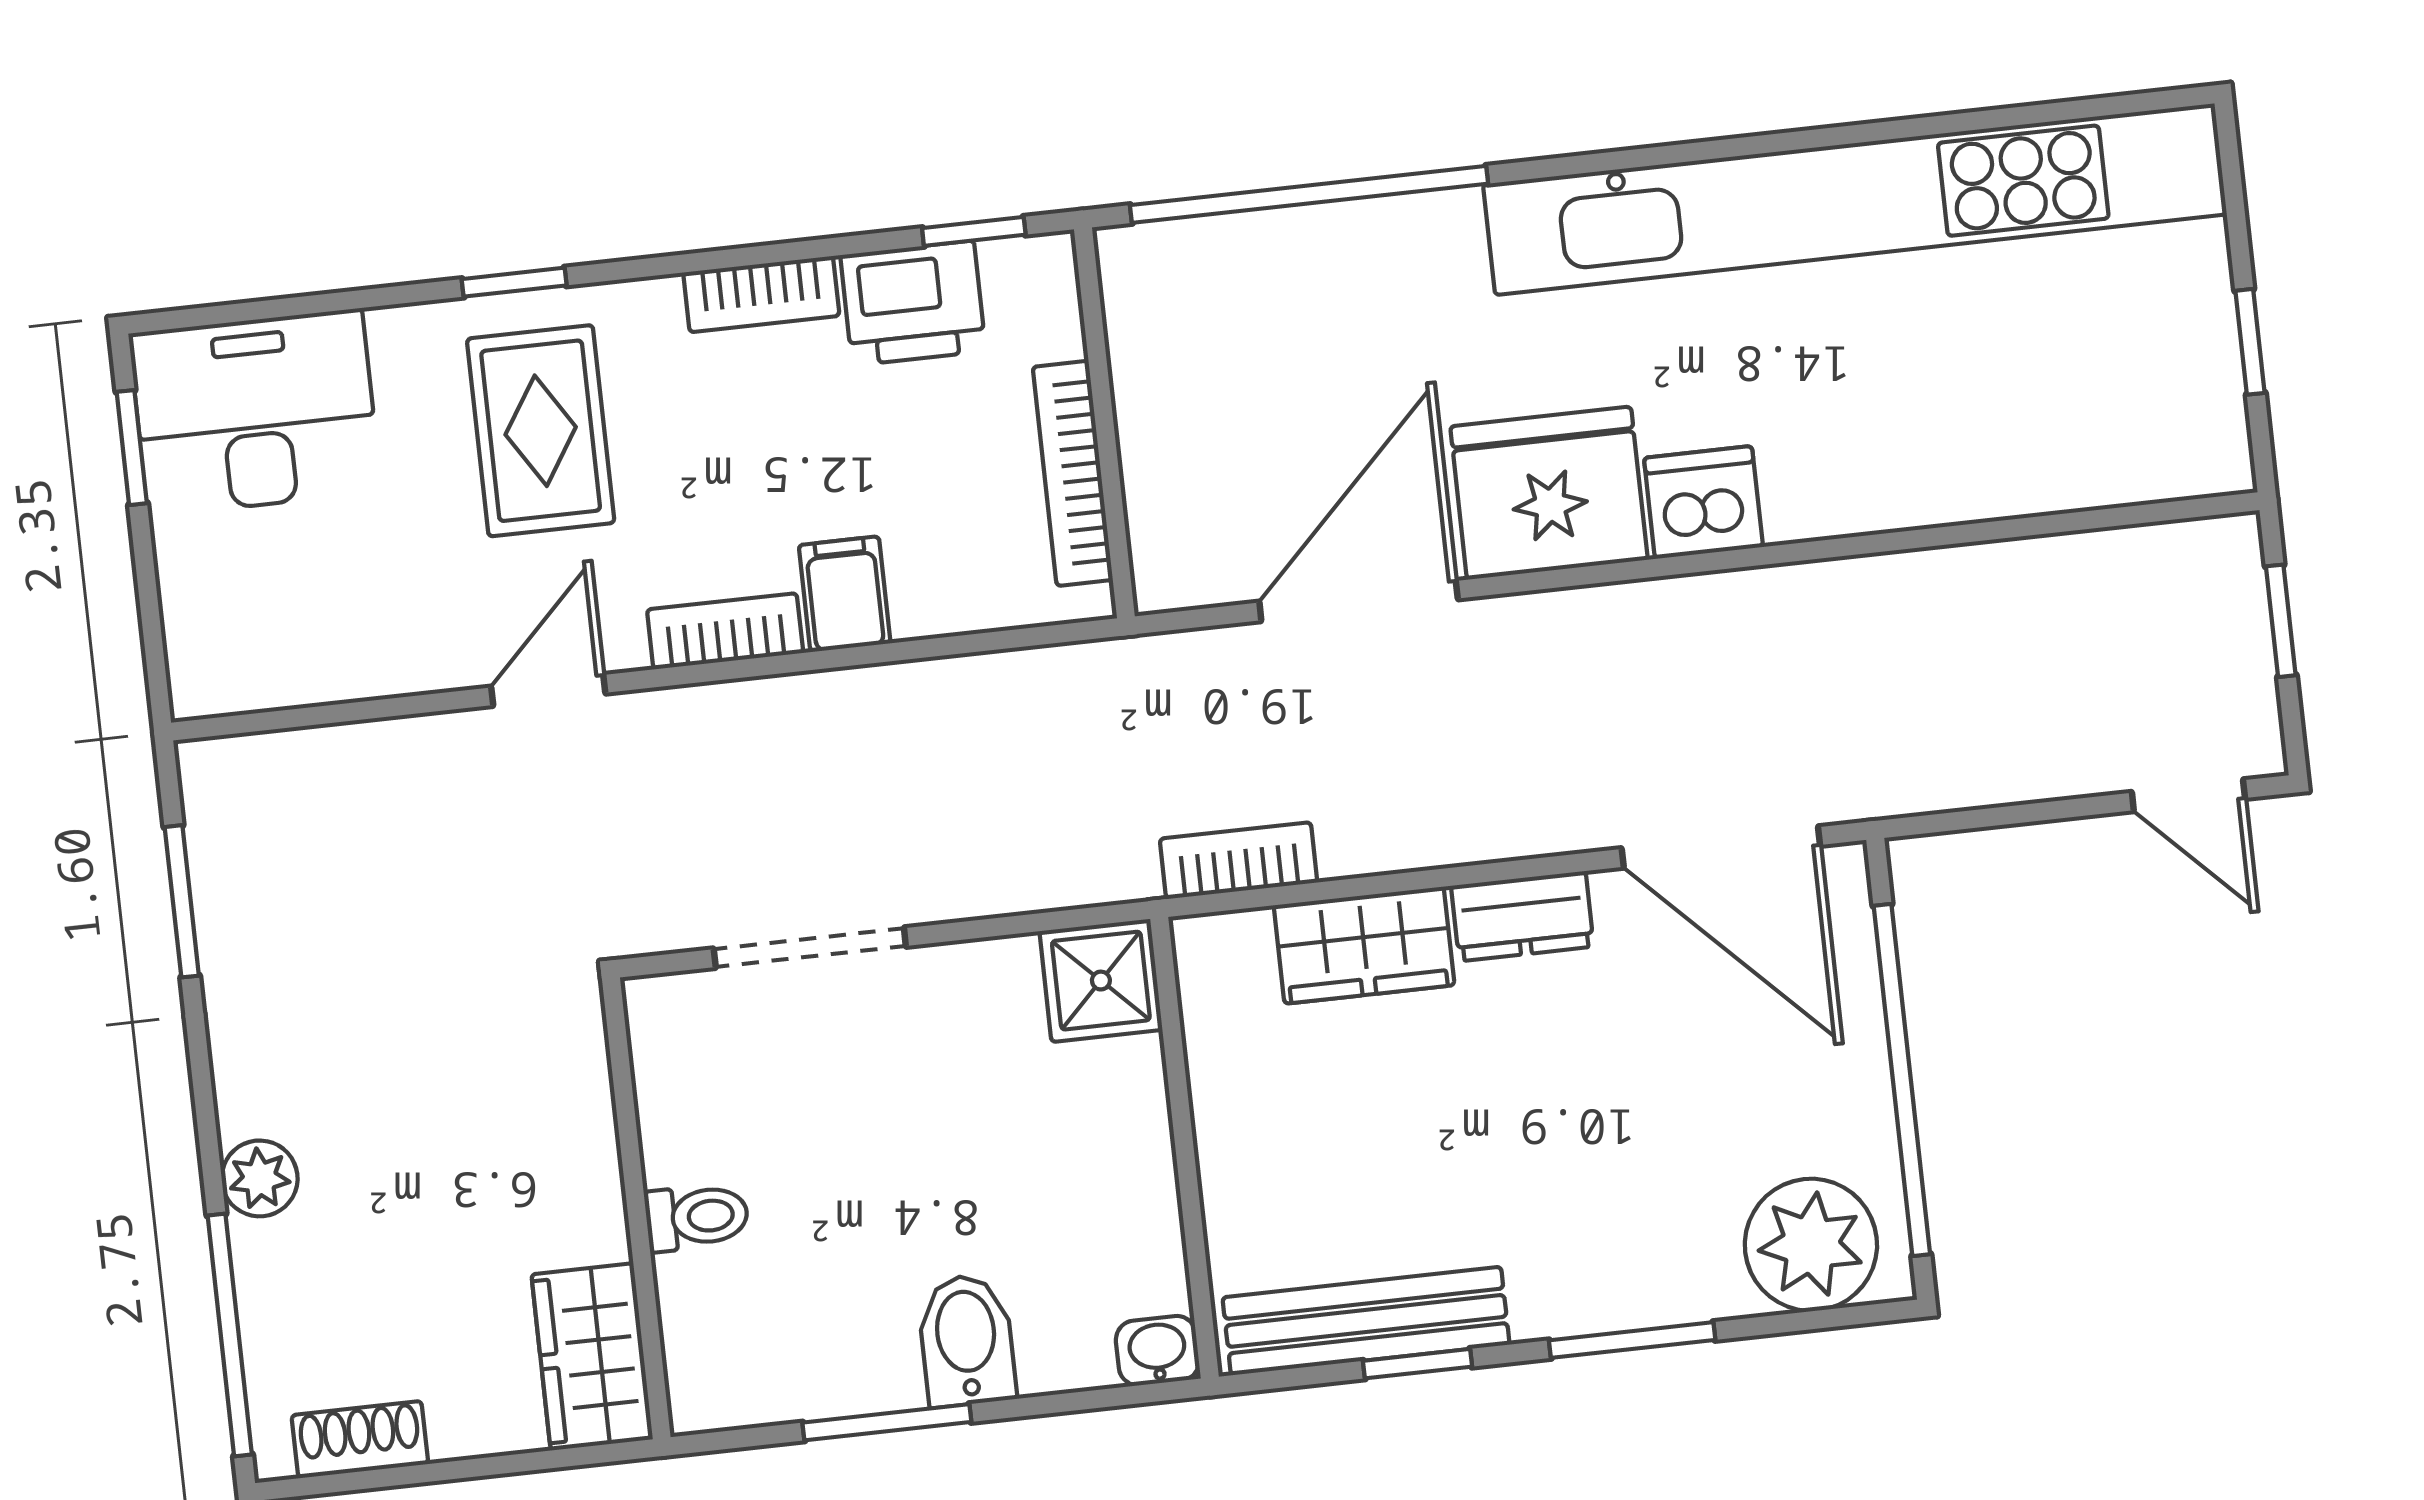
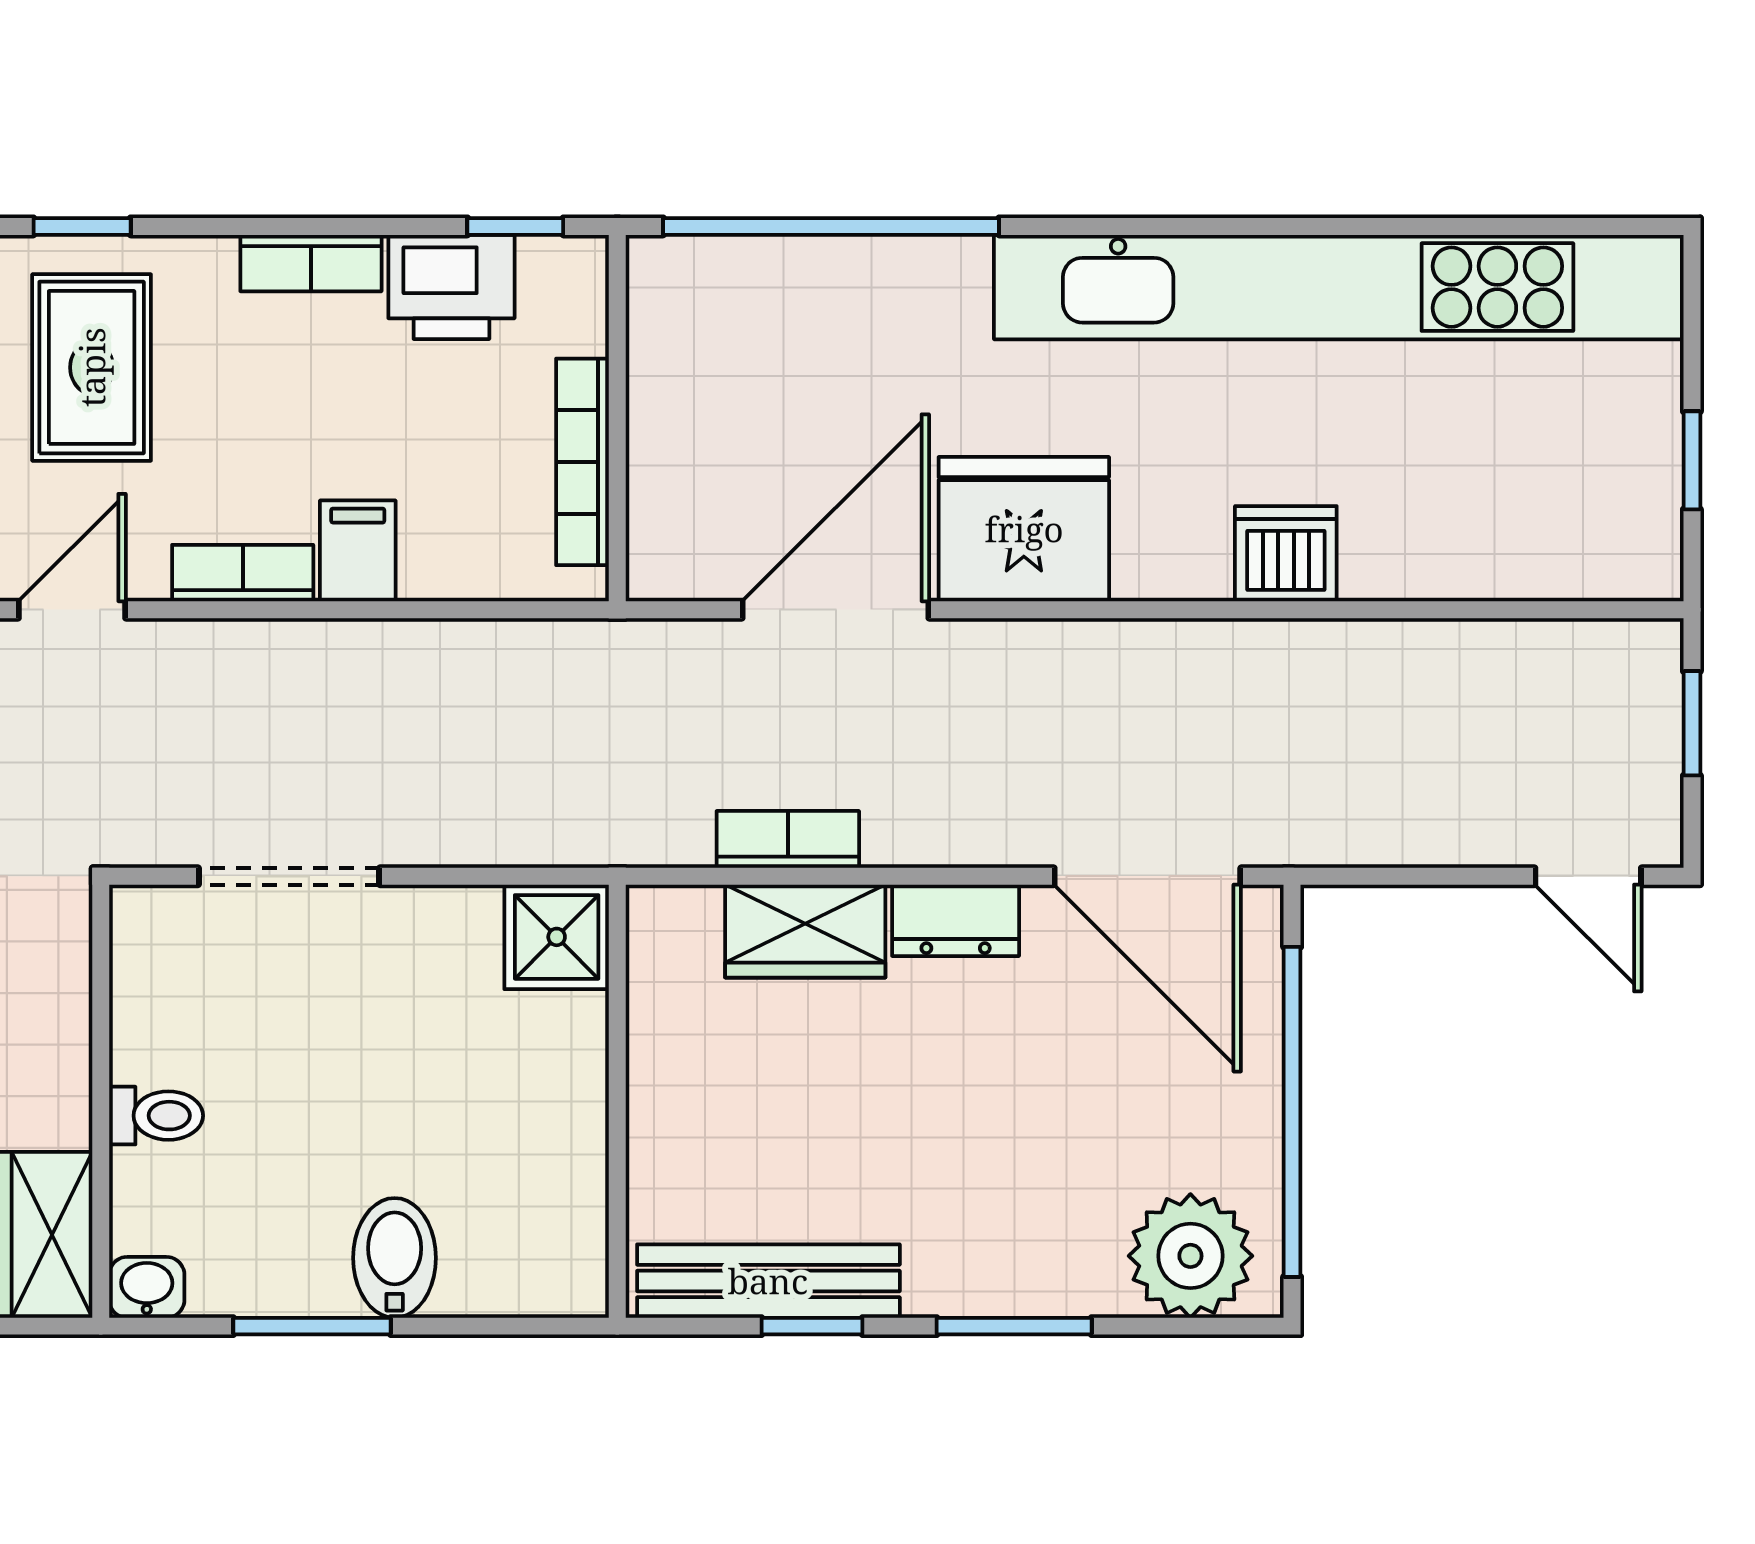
dishwasher: (1703, 502) -> (1286, 554), moved
bookcase: (1239, 861) -> (788, 839), moved
washbasin: (1157, 1351) -> (147, 1287), moved

